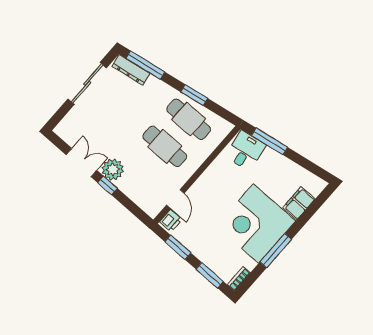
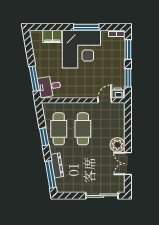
dresser: (131, 70) -> (57, 165), moved
sliding door: (87, 83) -> (102, 196), moved
window: (107, 185) -> (128, 140), removed

